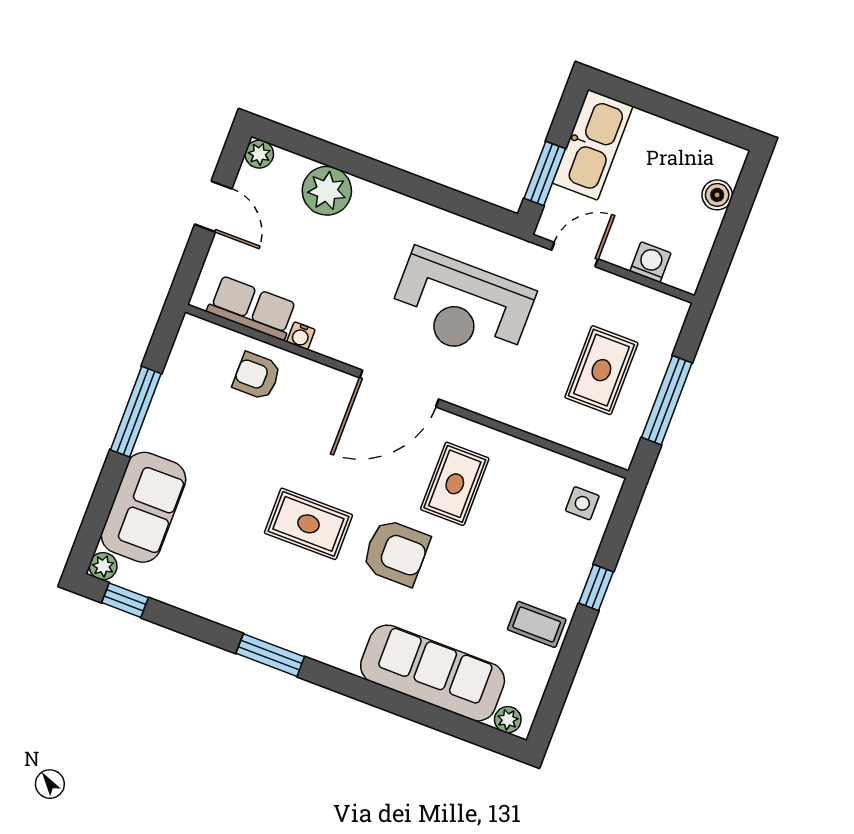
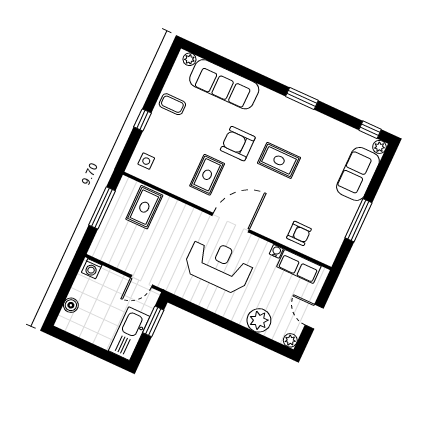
washing machine: (650, 262) -> (92, 269), moved
reception desk: (461, 306) -> (219, 265), moved
rug: (601, 370) -> (144, 207), moved

